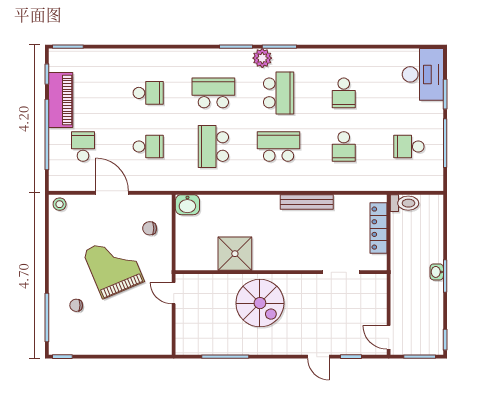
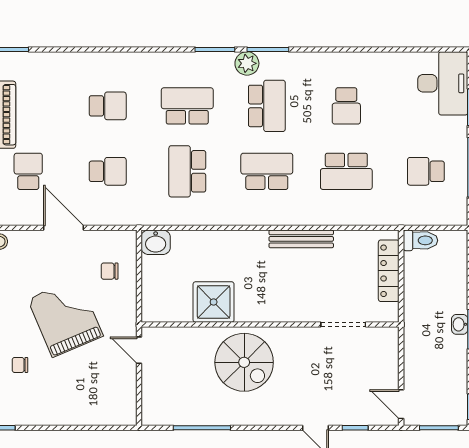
school desk: (344, 147) -> (346, 171), width x1.85

